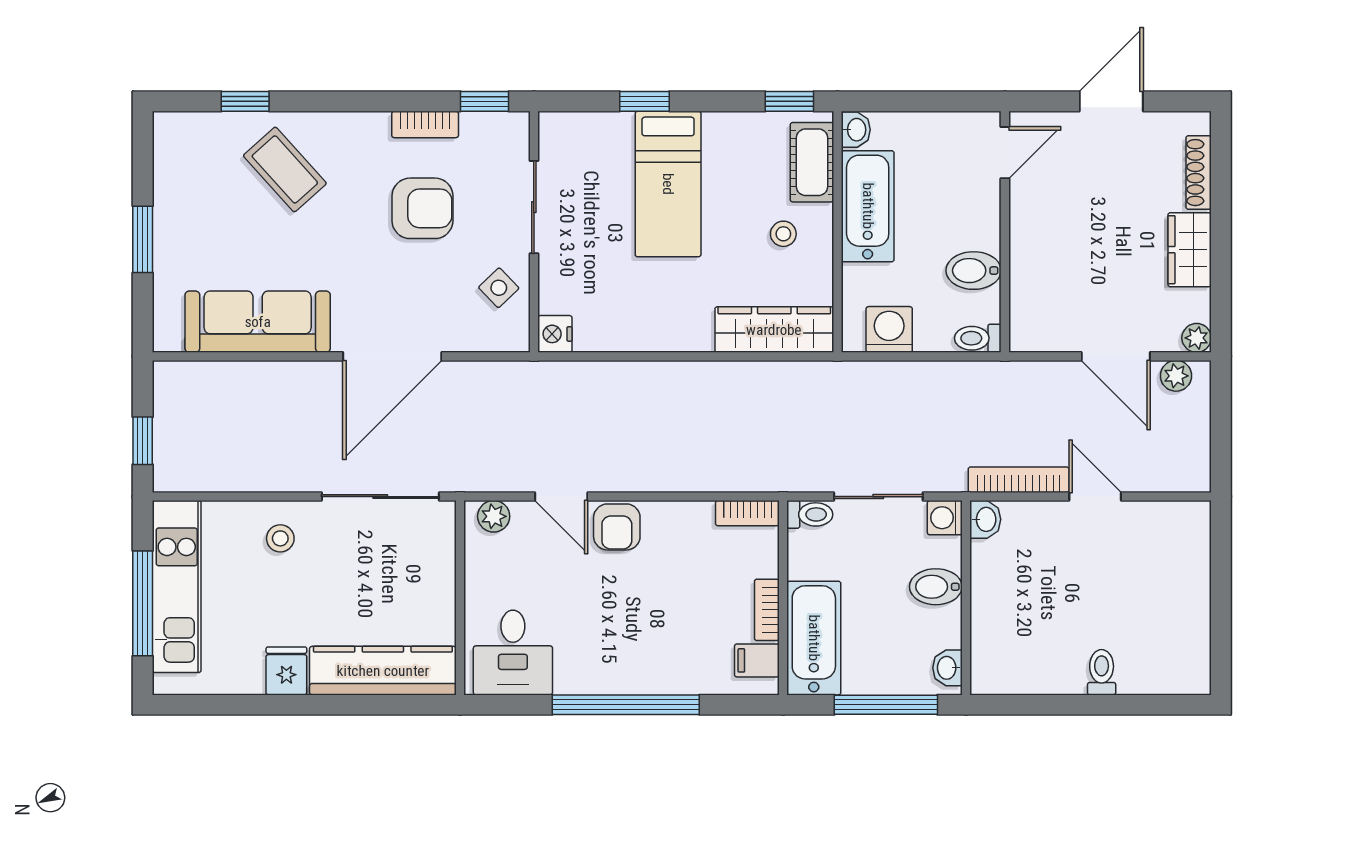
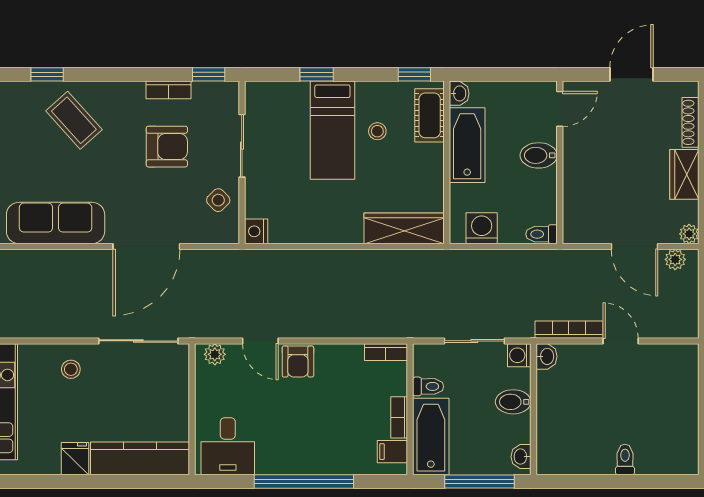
stool: (783, 234) -> (377, 131), moved
bidet: (974, 271) -> (539, 155), moved
toilet: (810, 514) -> (428, 386), moved

